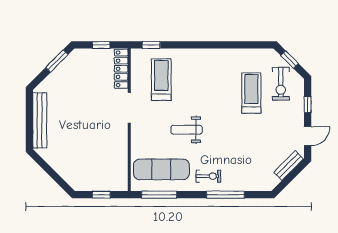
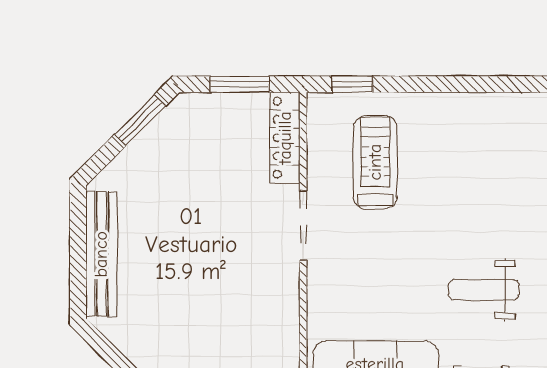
window: (101, 45) -> (240, 84), width x1.50
weight bench: (187, 130) -> (484, 290), moved

